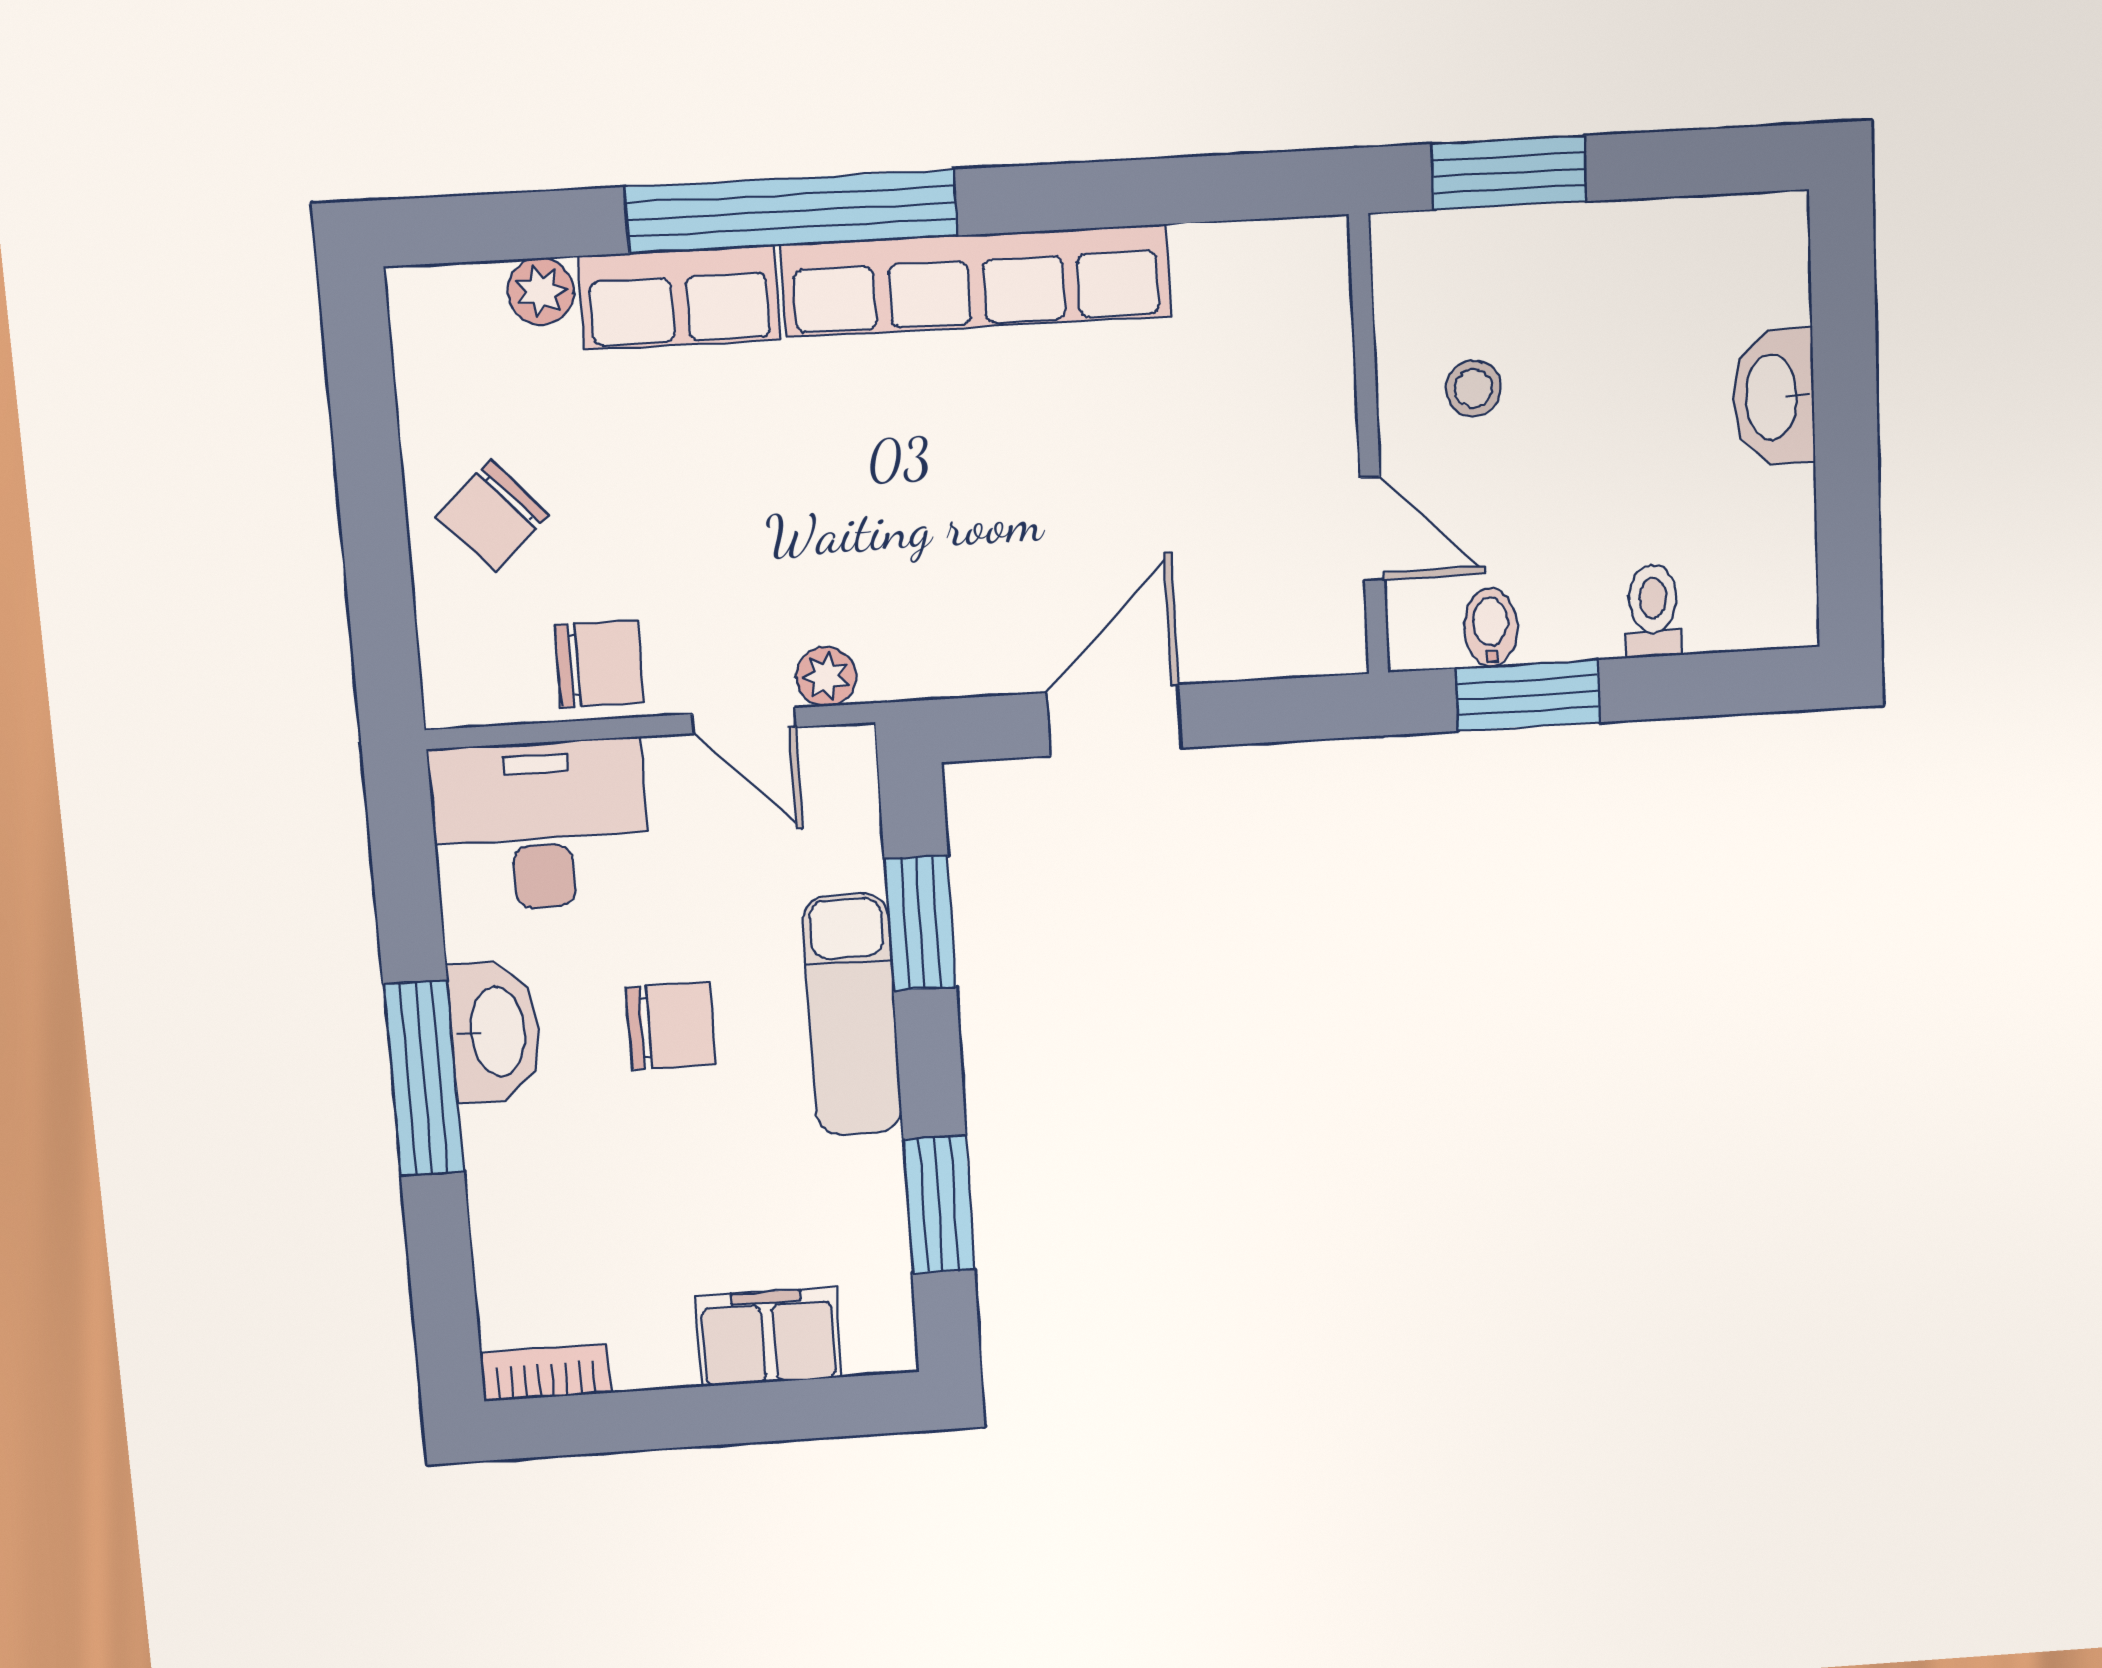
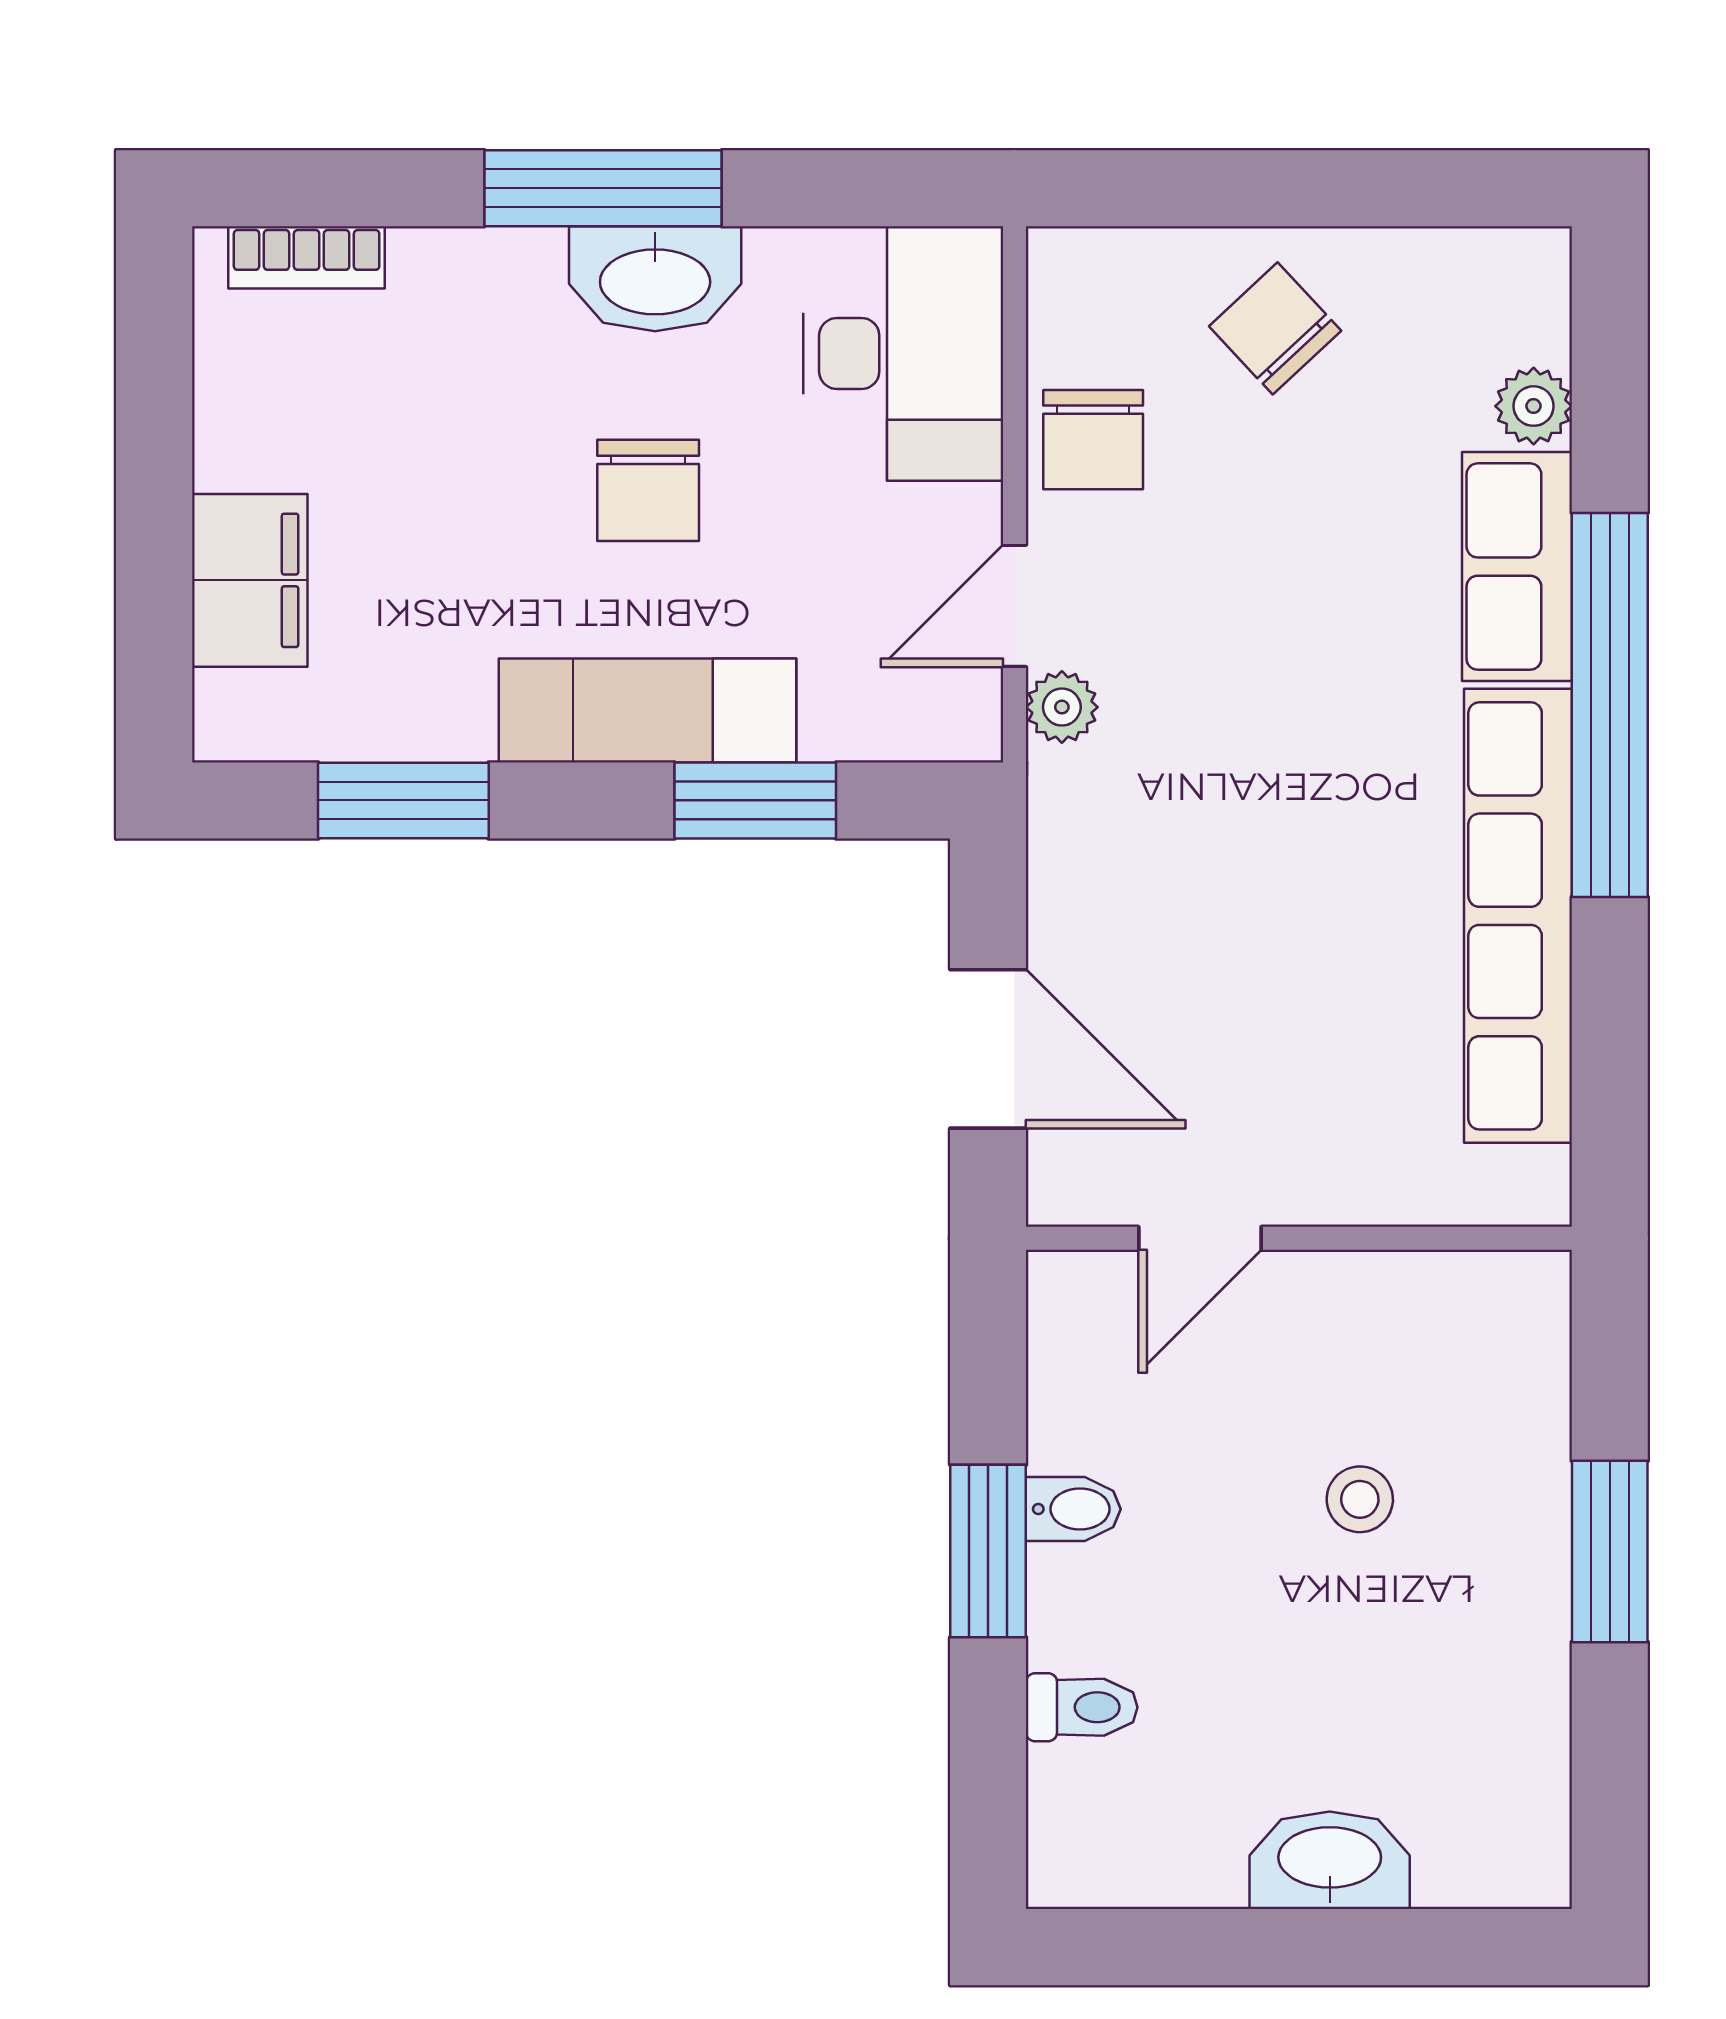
wall: (1369, 446) -> (1299, 1238), moved
door: (1372, 529) -> (1200, 1238), moved
bookcase: (546, 1373) -> (307, 257), moved, turned 90

